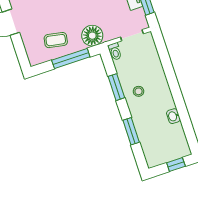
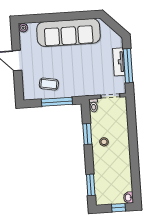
floor lamp: (92, 36) -> (79, 88), removed
washbasin: (173, 116) -> (128, 198), moved
window: (131, 131) -> (91, 185), moved

